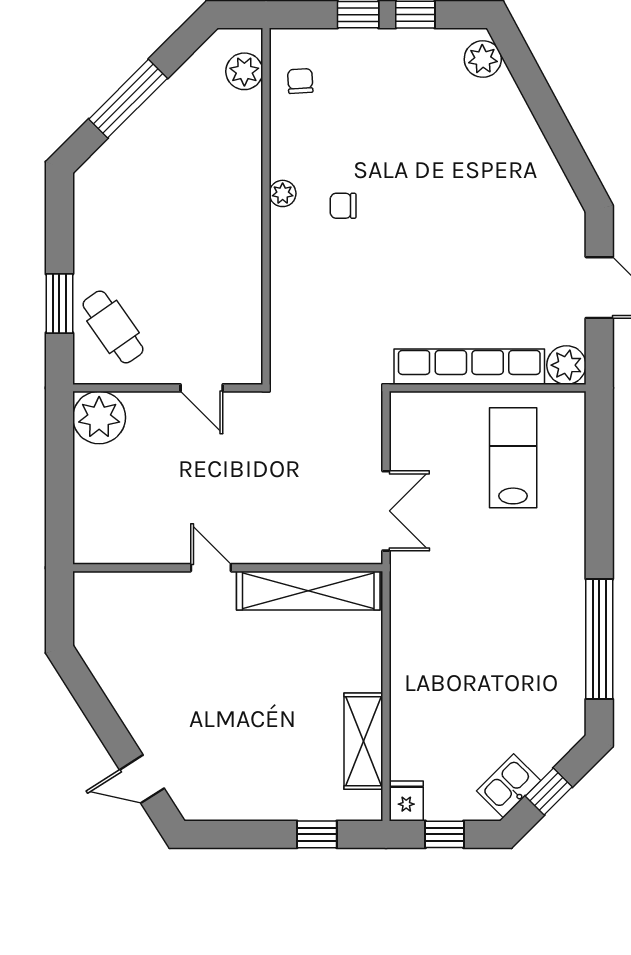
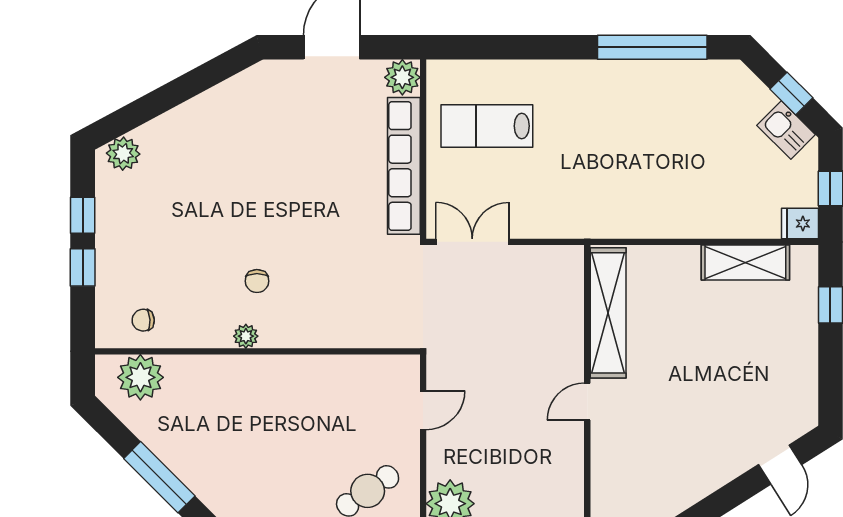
plant: (244, 71) -> (140, 377), width x1.36, depth x1.36
double door: (386, 511) -> (472, 242), moved

